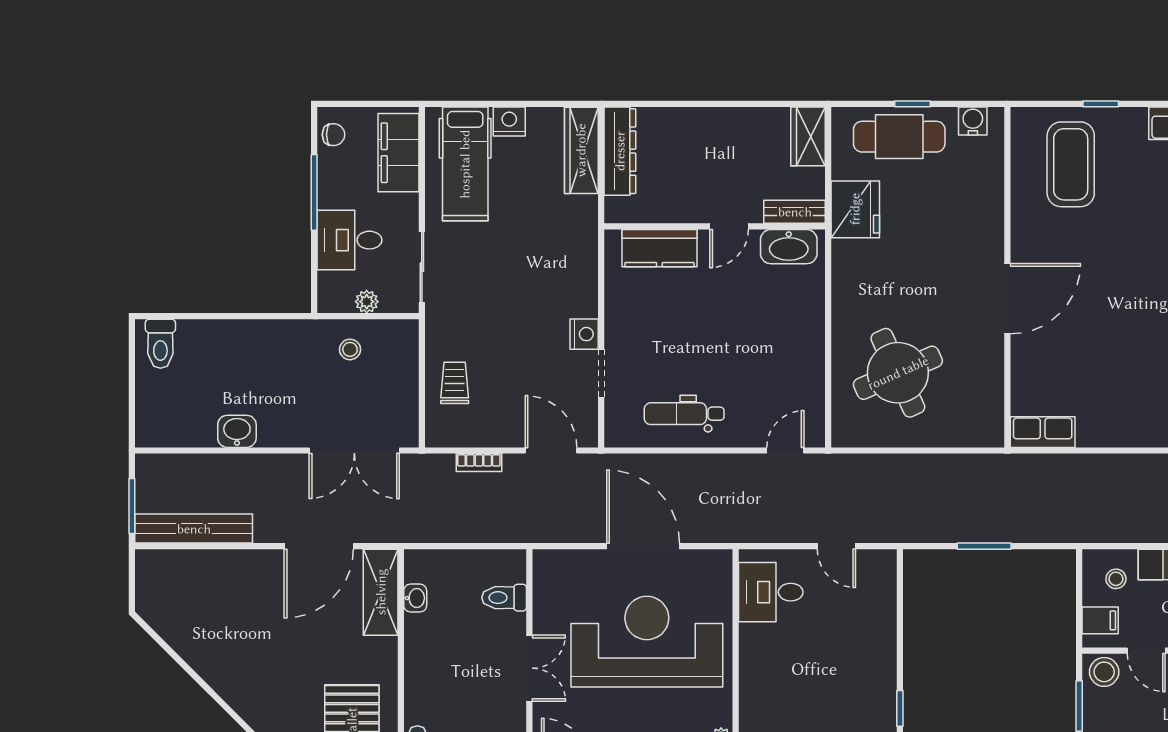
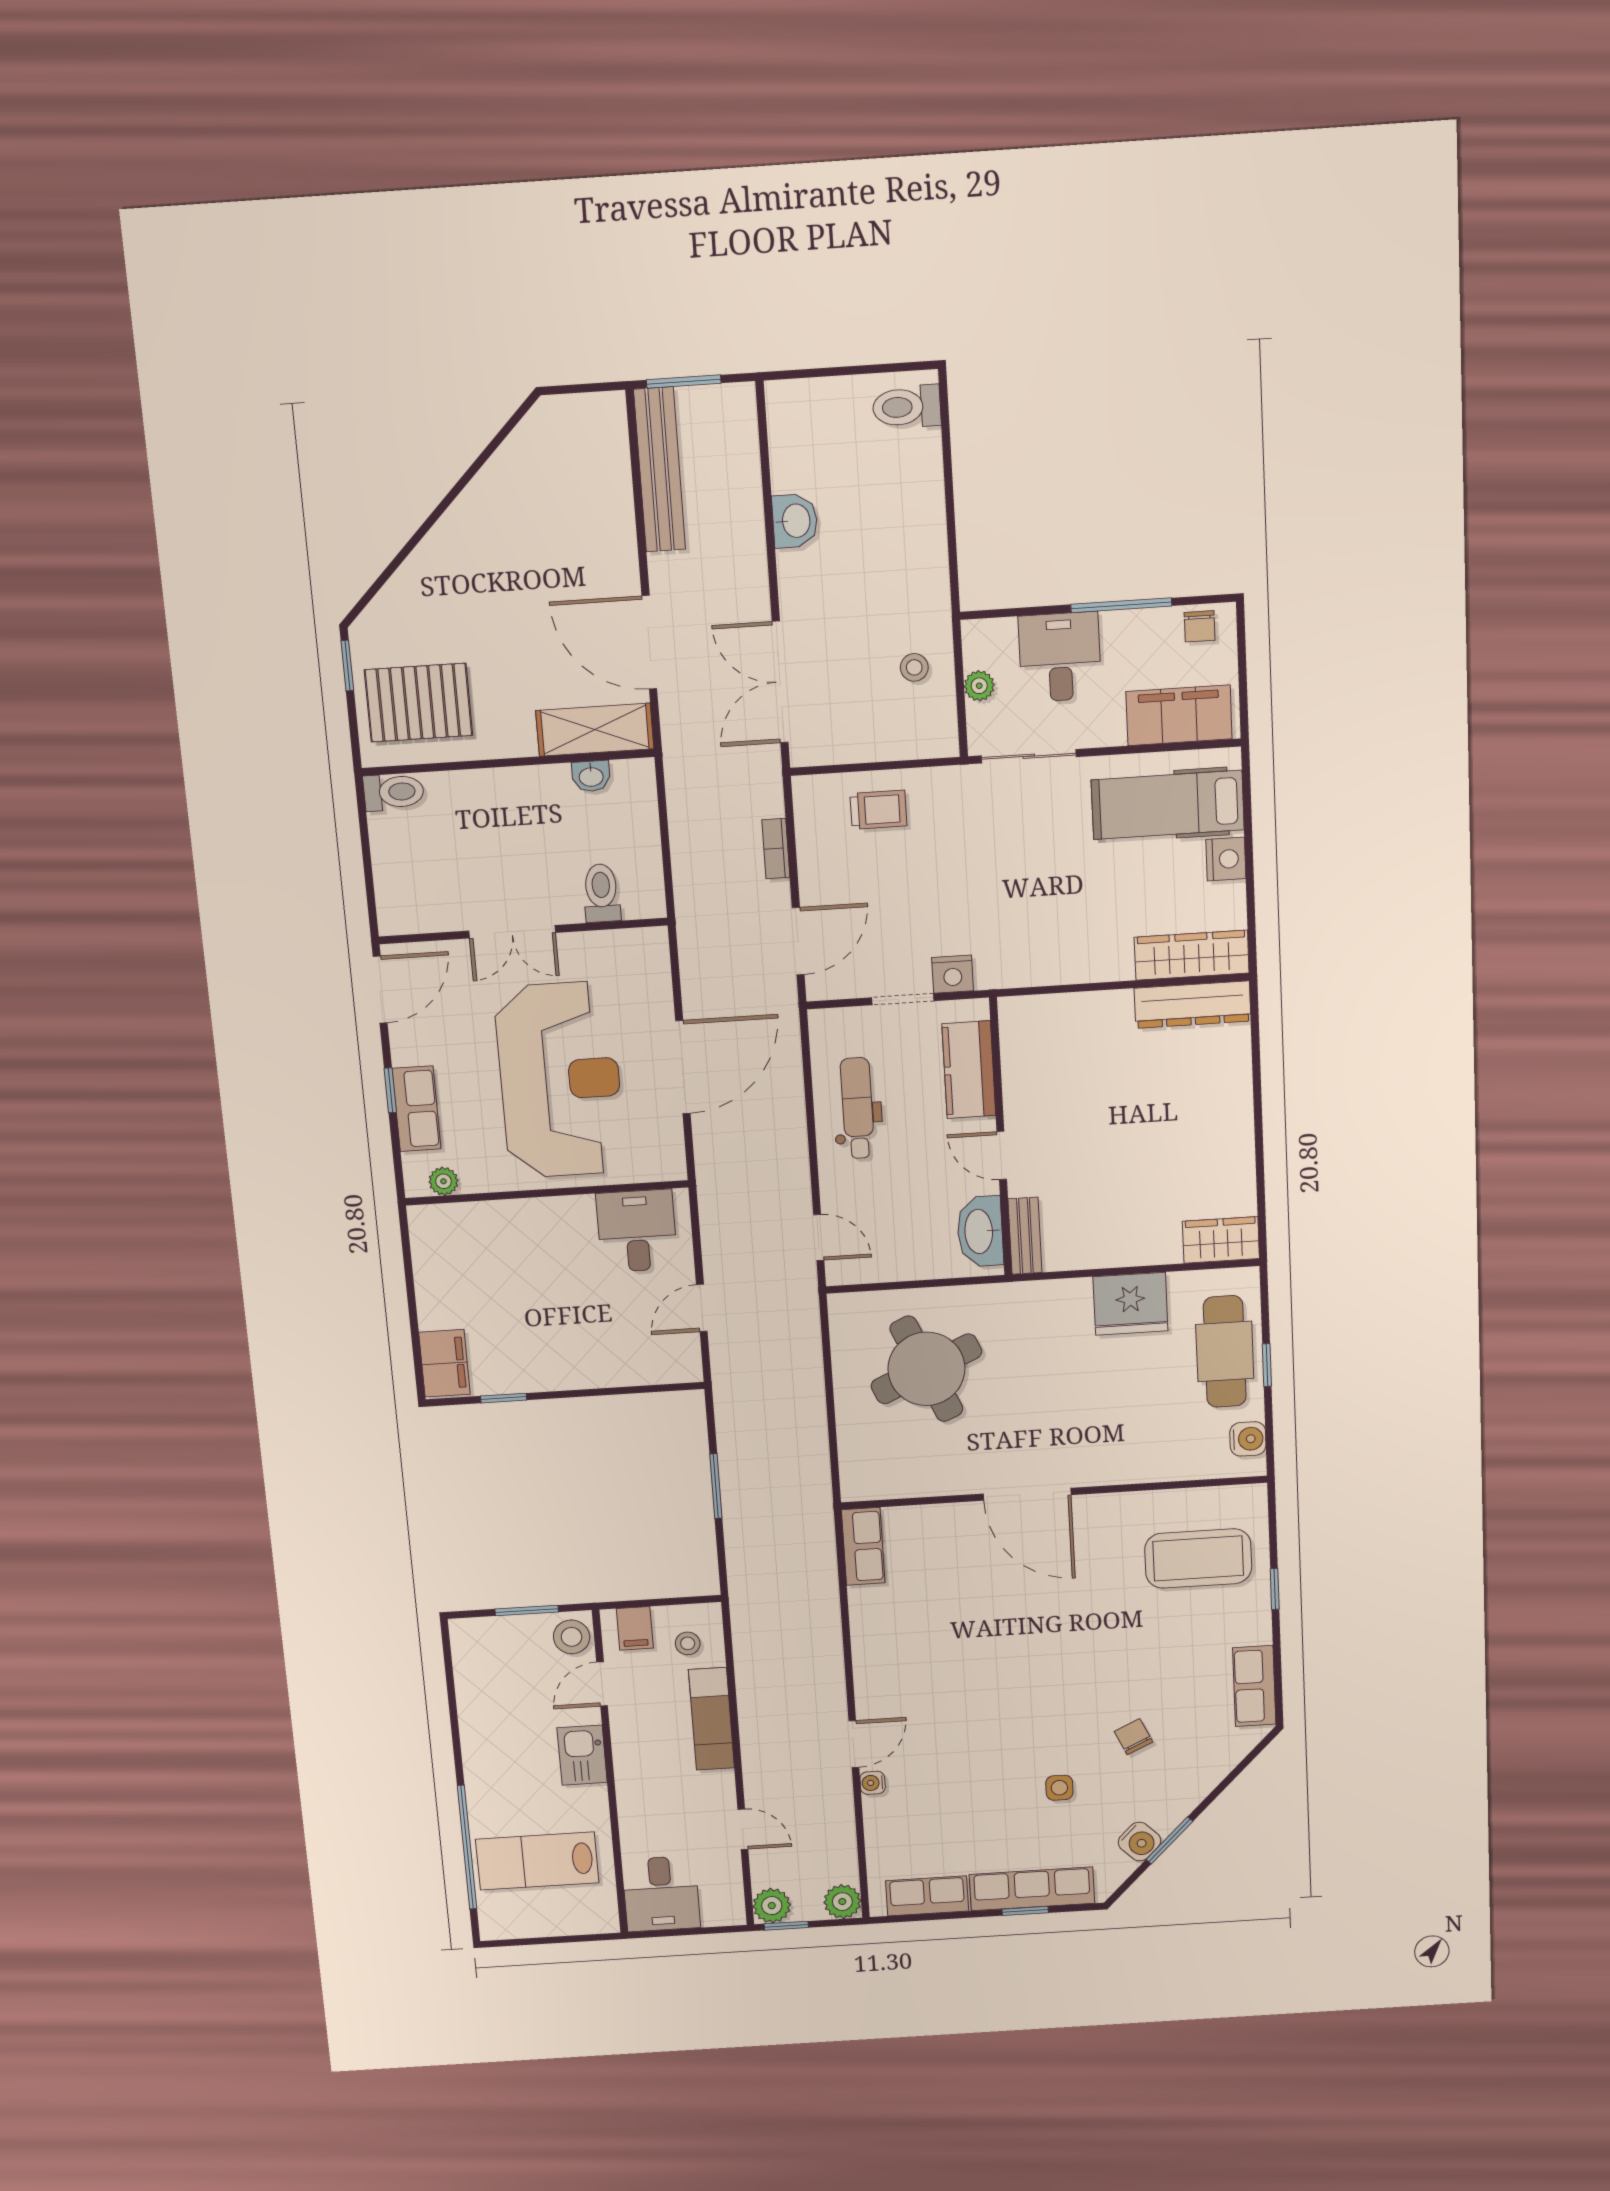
bench: (795, 212) -> (1025, 1236), moved
wall: (715, 226) -> (1001, 1137), moved
door: (729, 226) -> (1002, 1155), moved
washbasin: (789, 247) -> (980, 1231), moved
kitchen counter: (659, 248) -> (969, 1070), moved

